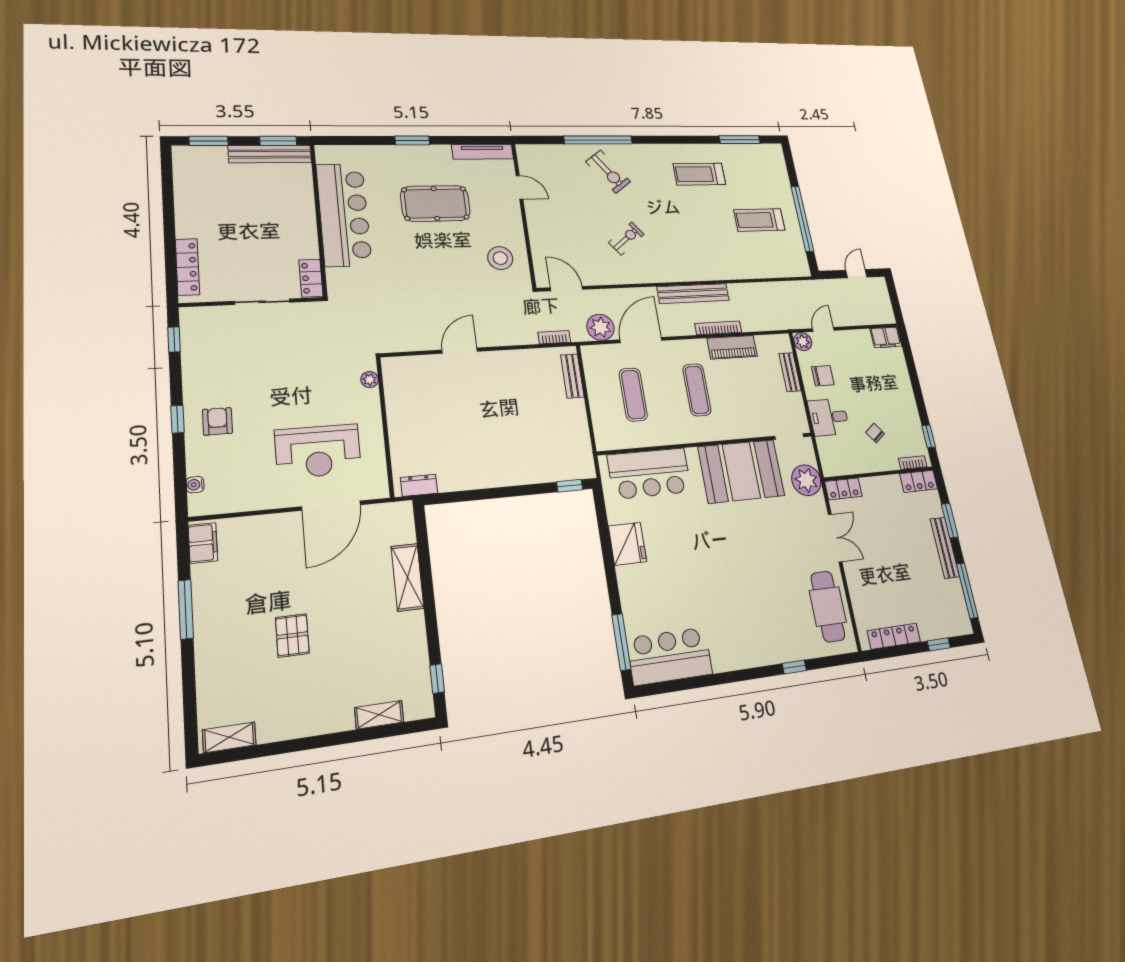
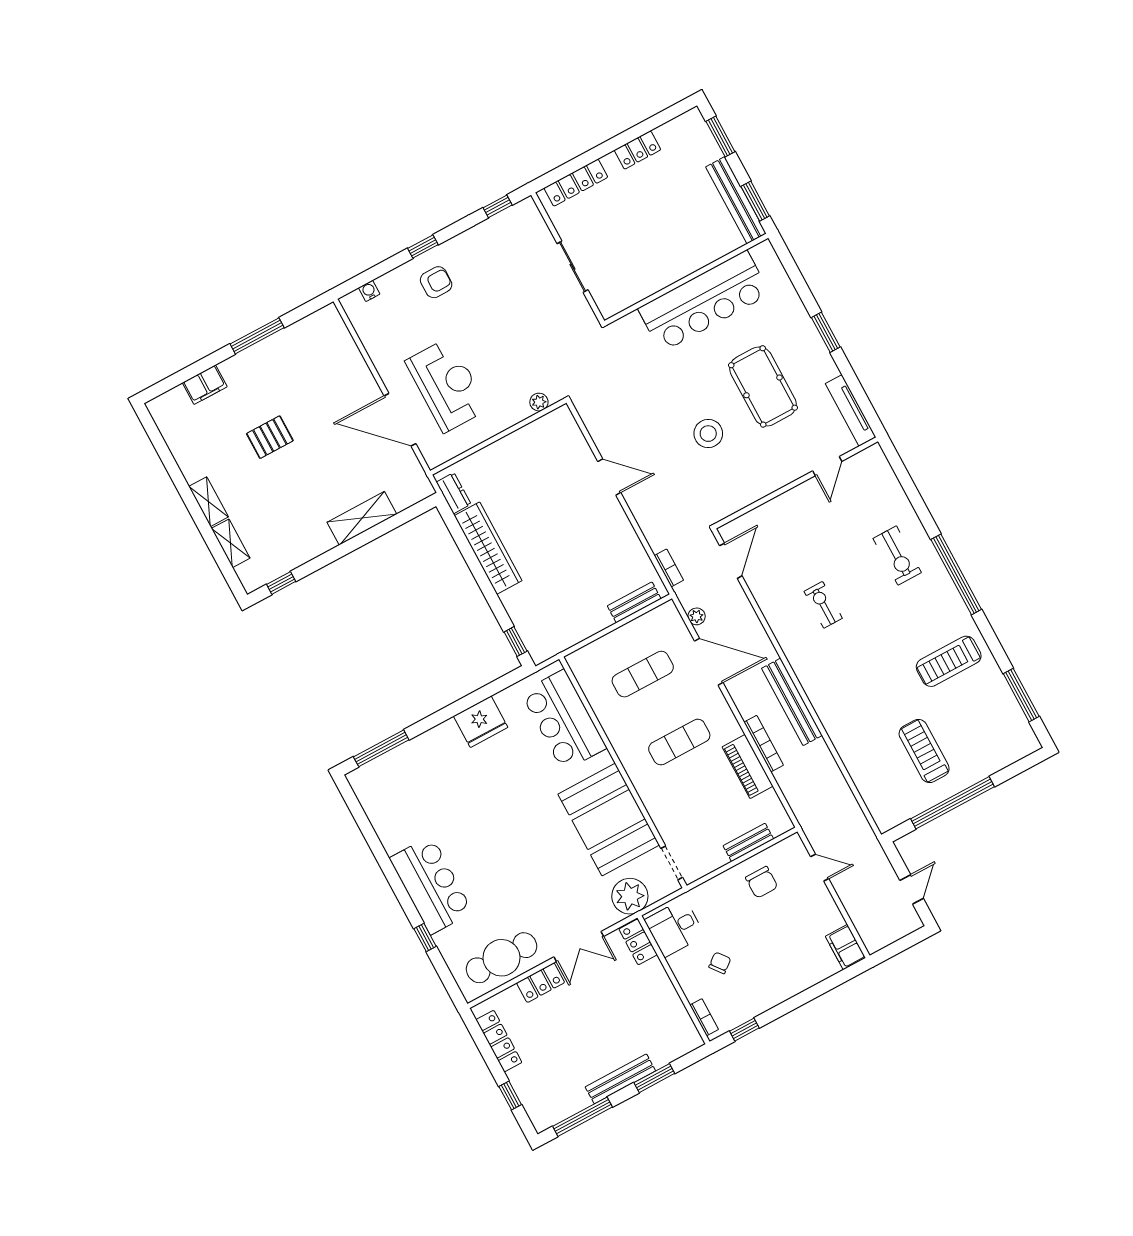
window: (598, 140) -> (956, 574), moved
exercise bike: (608, 172) -> (897, 556), turned -54
treadmill: (699, 174) -> (949, 661), turned -90
exercise bike: (626, 238) -> (823, 605), turned -142
stool: (500, 258) -> (708, 434), moved
door: (856, 274) -> (912, 889), hinge flipped
locker: (311, 278) -> (637, 150), moved, turned 180
plant: (600, 327) -> (697, 616), width x0.53, depth x0.53
plant: (803, 342) -> (793, 847), removed
desk: (829, 417) -> (675, 928), moved, turned -90
reception desk: (318, 451) -> (447, 385), turned 180
wardrobe: (480, 476) -> (488, 548), added
locker: (919, 481) -> (541, 983), moved, turned -90
filing cabinet: (203, 543) -> (205, 385), moved
bar counter: (670, 656) -> (431, 885), moved
shelving: (229, 737) -> (209, 502), moved

